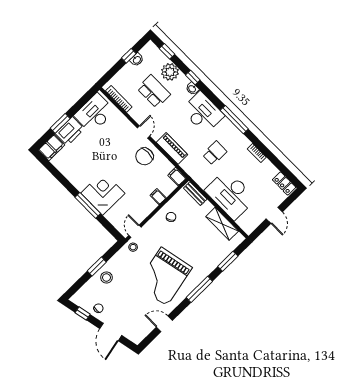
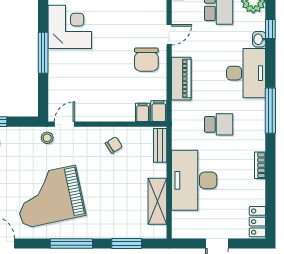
chair: (144, 156) -> (146, 60), turned -90
corner desk: (103, 193) -> (70, 27), moved
filing cabinet: (158, 197) -> (143, 112), moved

